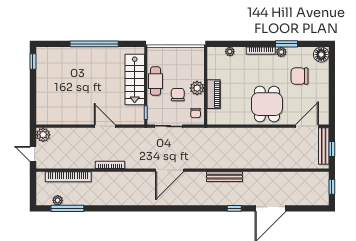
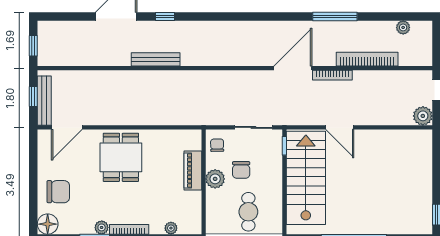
chair: (300, 76) -> (58, 192), moved
stairs: (135, 79) -> (306, 178), width x1.36, depth x1.51
cafe table: (156, 81) -> (248, 212), moved
door: (170, 170) -> (293, 68), moved
bookcase: (68, 177) -> (367, 59), moved
bench: (225, 177) -> (156, 59), moved
window: (67, 208) -> (335, 17), moved

